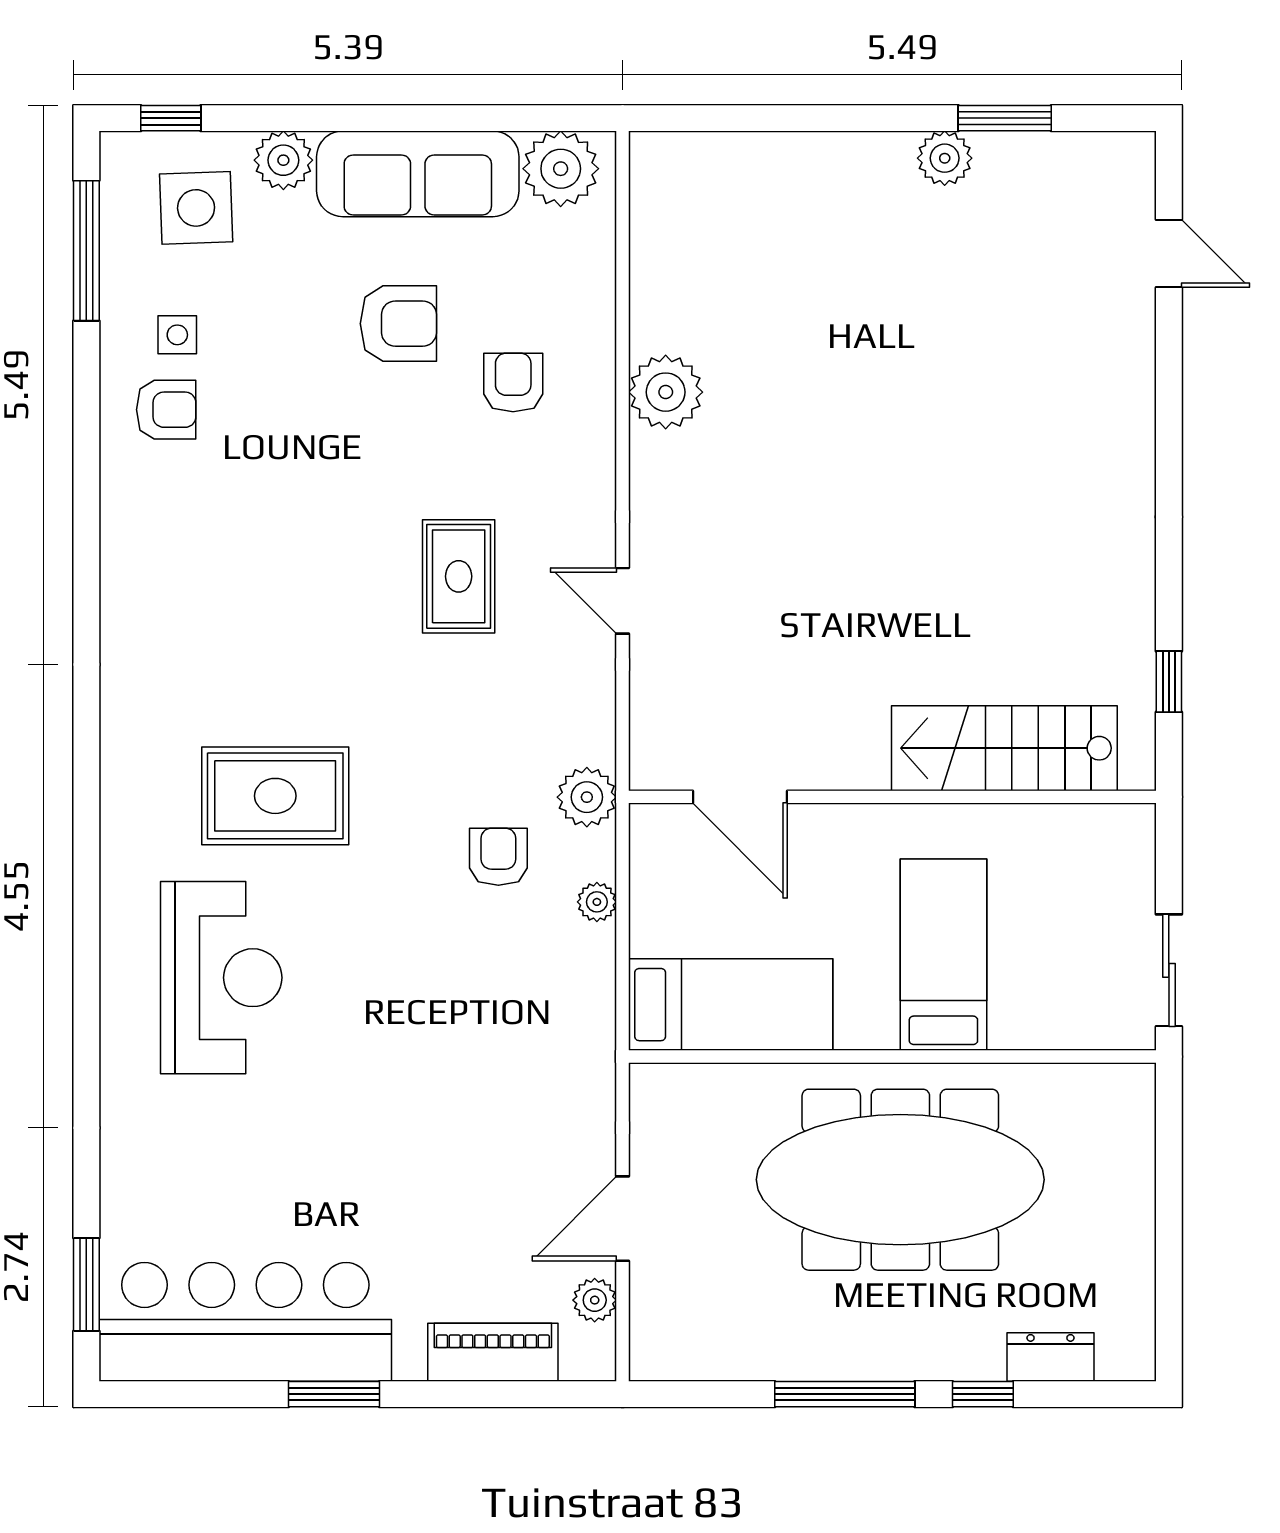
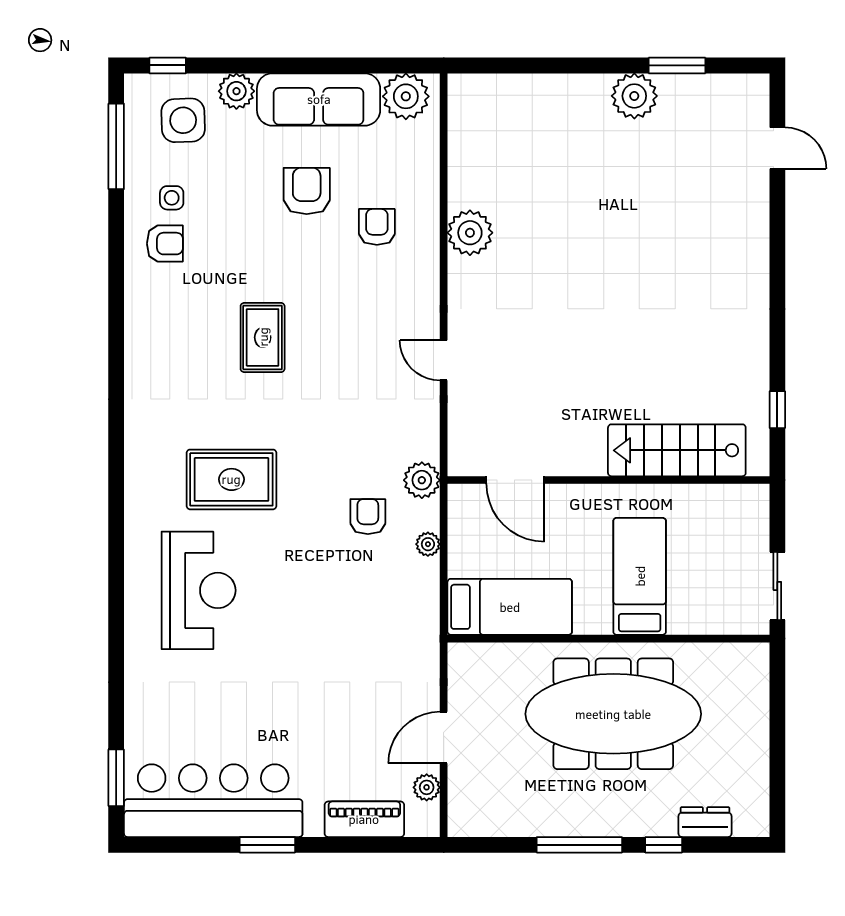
plant: (945, 158) -> (634, 96), width x1.36, depth x1.36
armchair: (398, 324) -> (307, 191), turned -90
rug: (459, 576) -> (263, 337), moved

